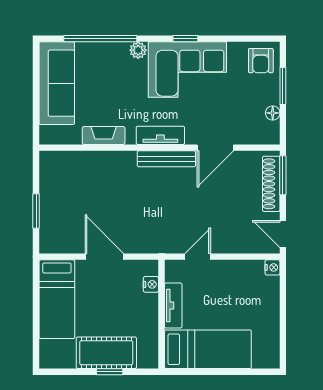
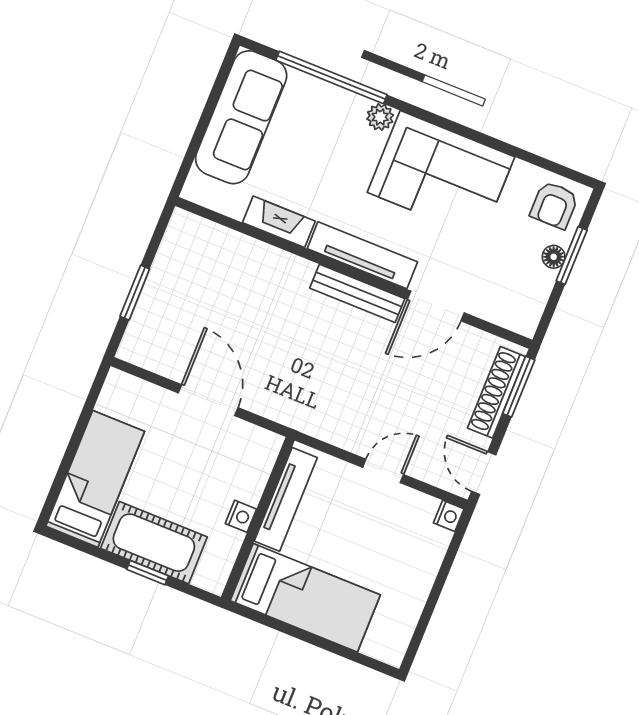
window: (185, 39) -> (457, 128), removed
floor lamp: (273, 113) -> (554, 257), moved
tv unit: (160, 135) -> (362, 255), width x1.41
door: (198, 257) -> (383, 471), moved
nightstand: (151, 284) -> (241, 516), moved
bed: (57, 299) -> (95, 479), moved, turned 180
tv unit: (173, 306) -> (286, 499), width x1.41

